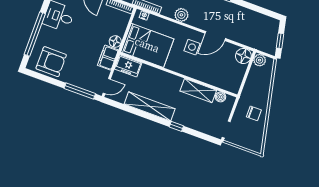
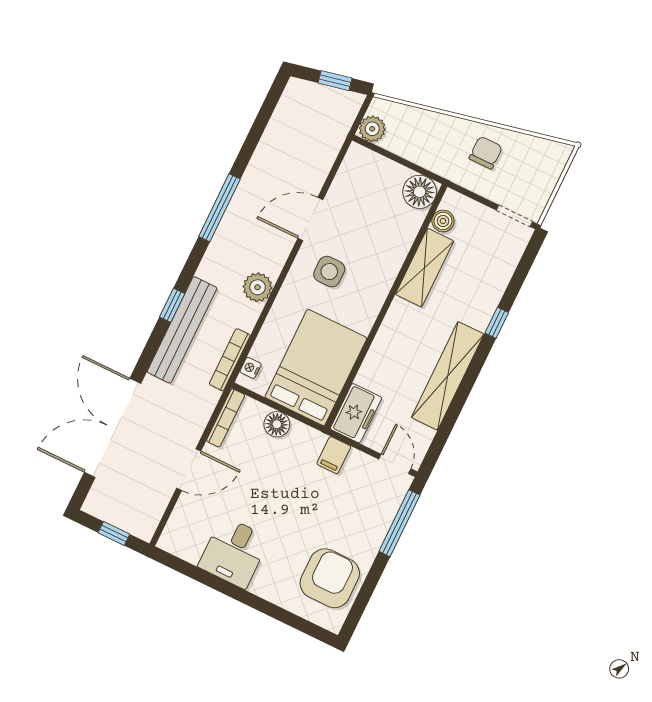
window: (35, 34) -> (267, 608), removed
door: (215, 36) -> (310, 219), swing flipped
floor lamp: (115, 42) -> (277, 424), moved
floor lamp: (243, 56) -> (420, 192), moved
filing cabinet: (108, 58) -> (334, 455), width x0.50

